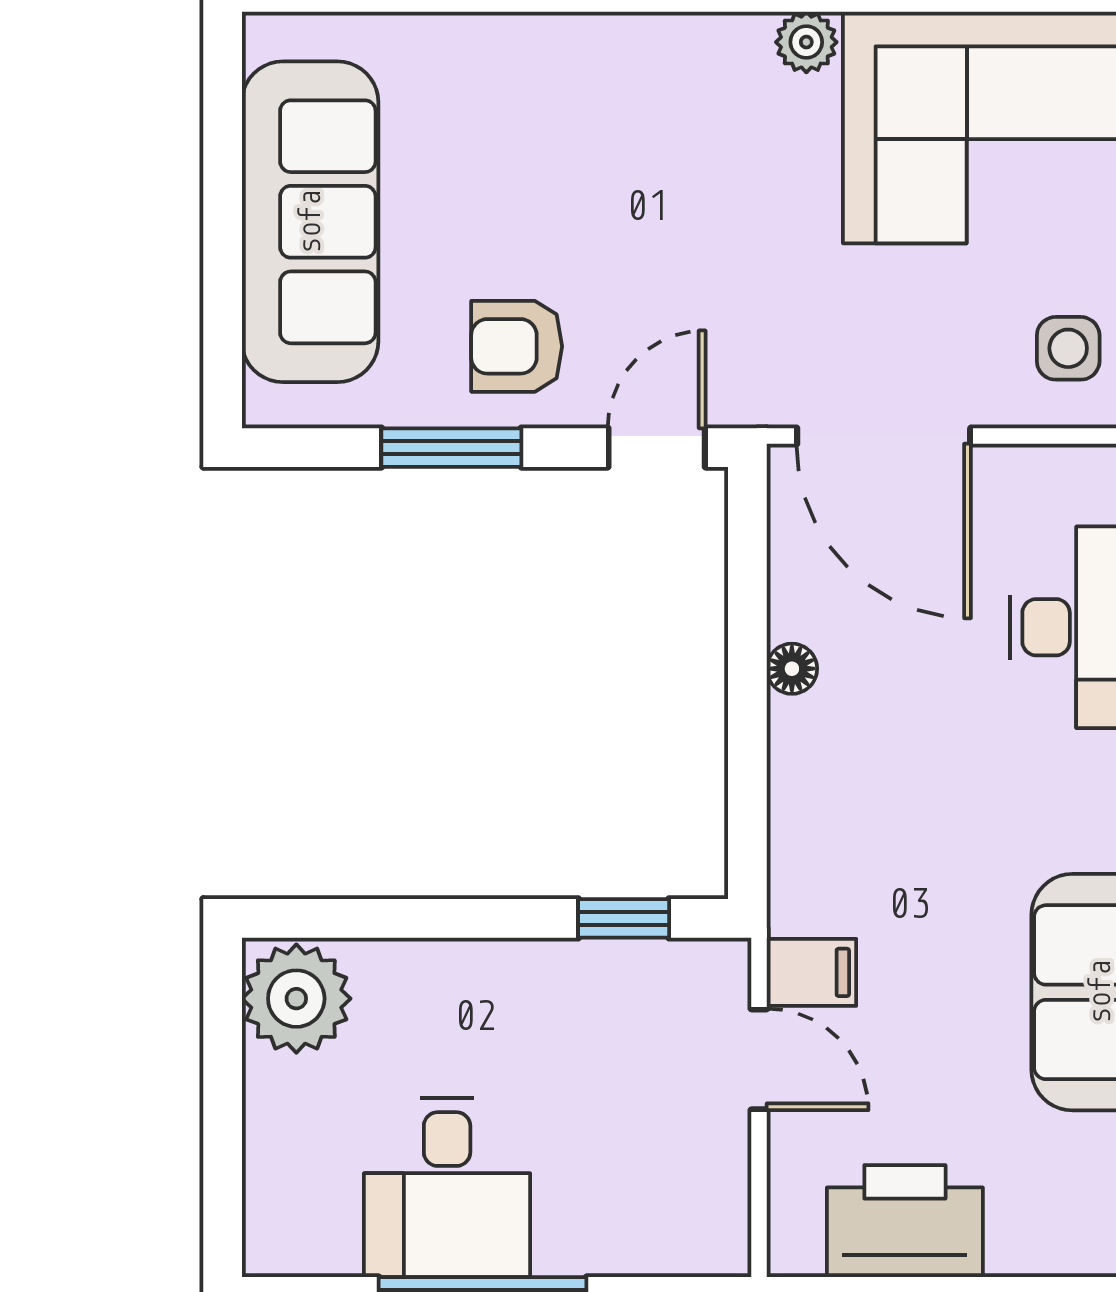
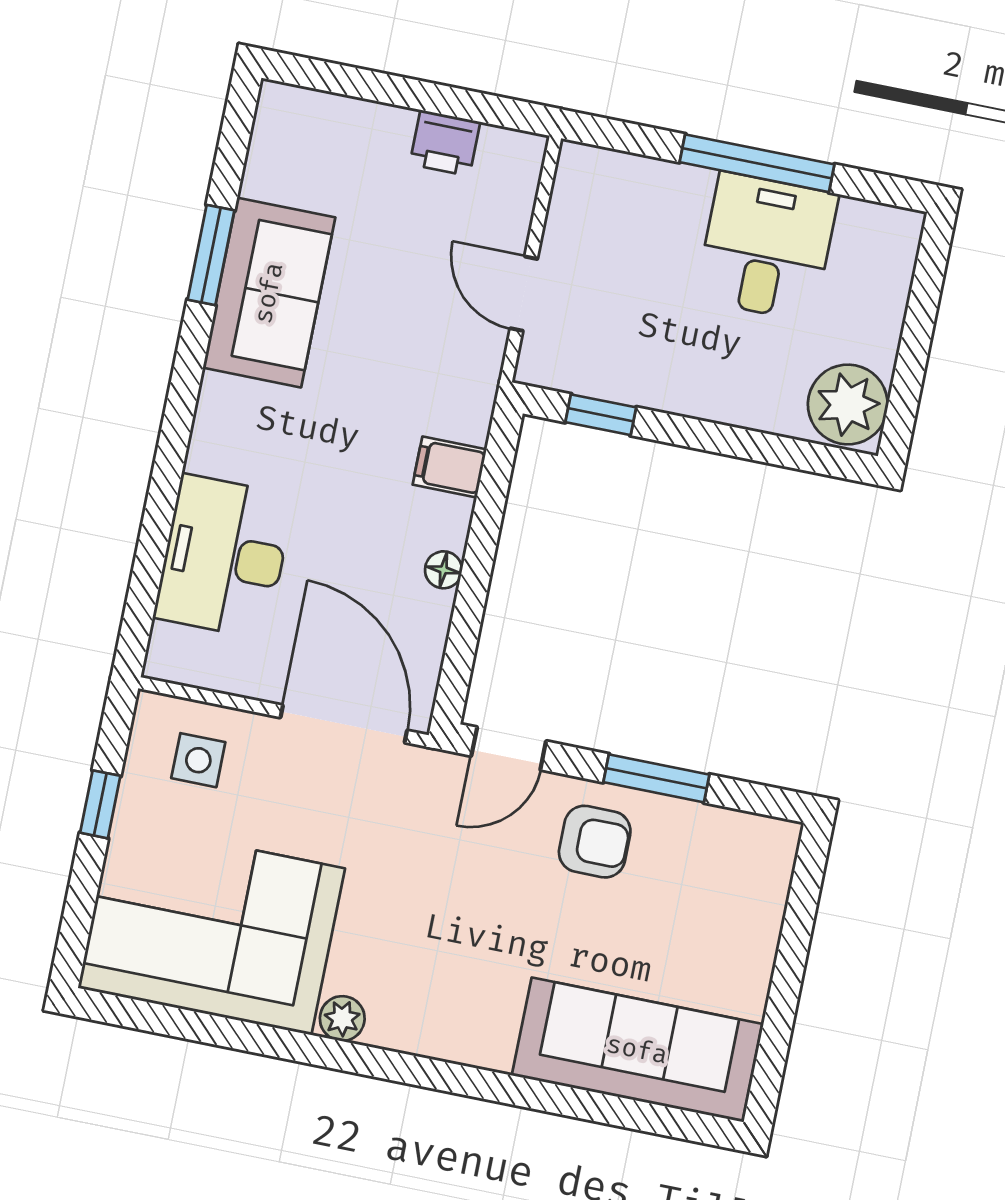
sofa: (310, 222) -> (637, 1050), moved, turned 90
filing cabinet: (811, 972) -> (450, 467), moved
printer: (905, 1221) -> (445, 143), width x0.53, depth x0.68

